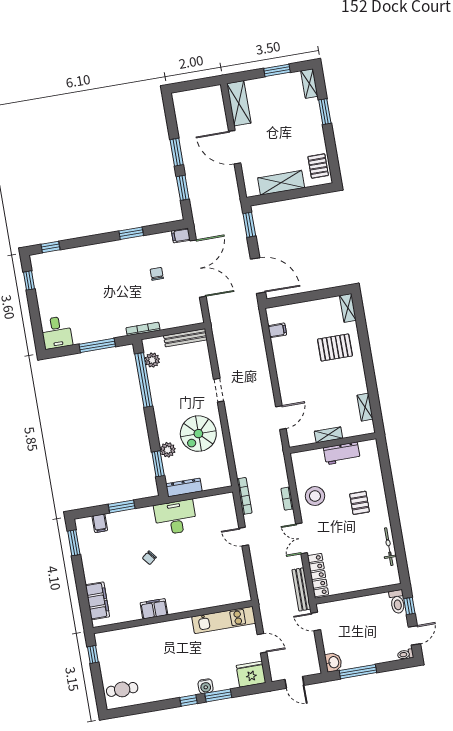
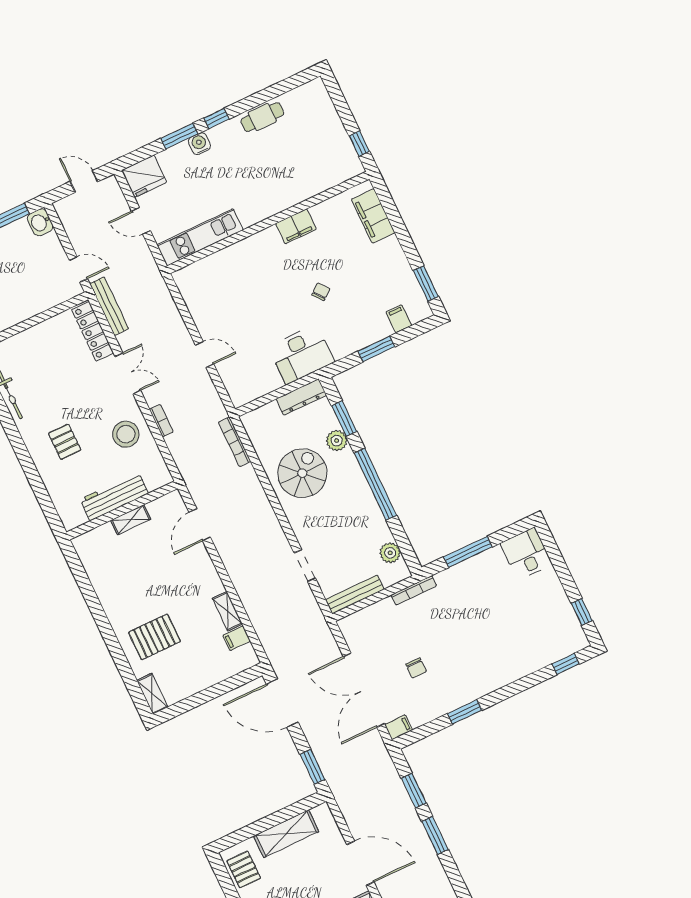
window: (144, 380) -> (375, 484), moved
doorway: (219, 390) -> (305, 566), moved
shelving: (365, 407) -> (227, 611), moved
workbench: (342, 453) -> (114, 496), width x1.38
bookcase: (244, 496) -> (235, 442), moved
cafe table: (122, 689) -> (262, 117), moved

